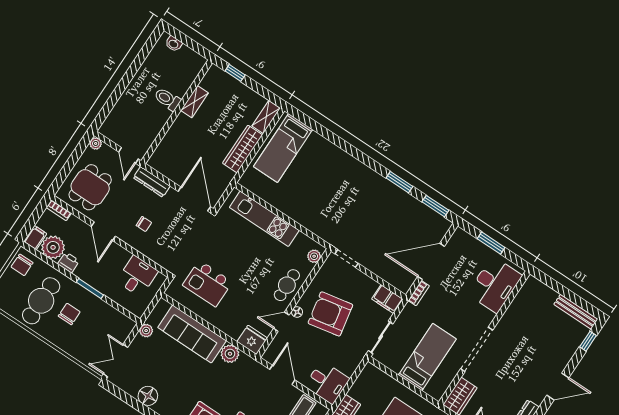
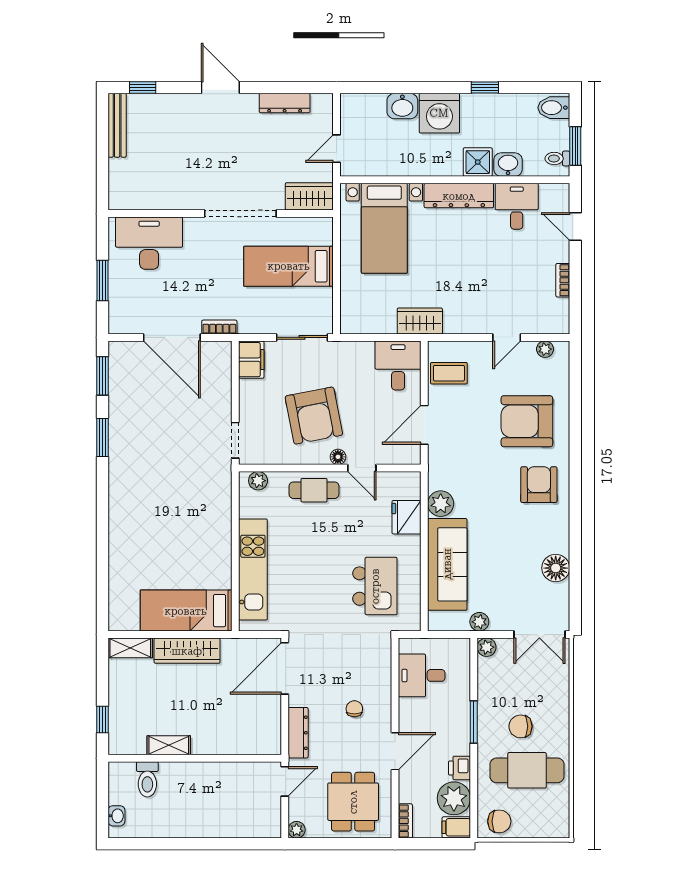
toilet: (167, 99) -> (147, 779), moved
bed: (283, 148) -> (186, 611), moved, turned 180
dining table: (90, 187) -> (353, 802), turned 90
plant: (128, 325) -> (487, 647), added
fridge: (252, 340) -> (407, 517), moved

